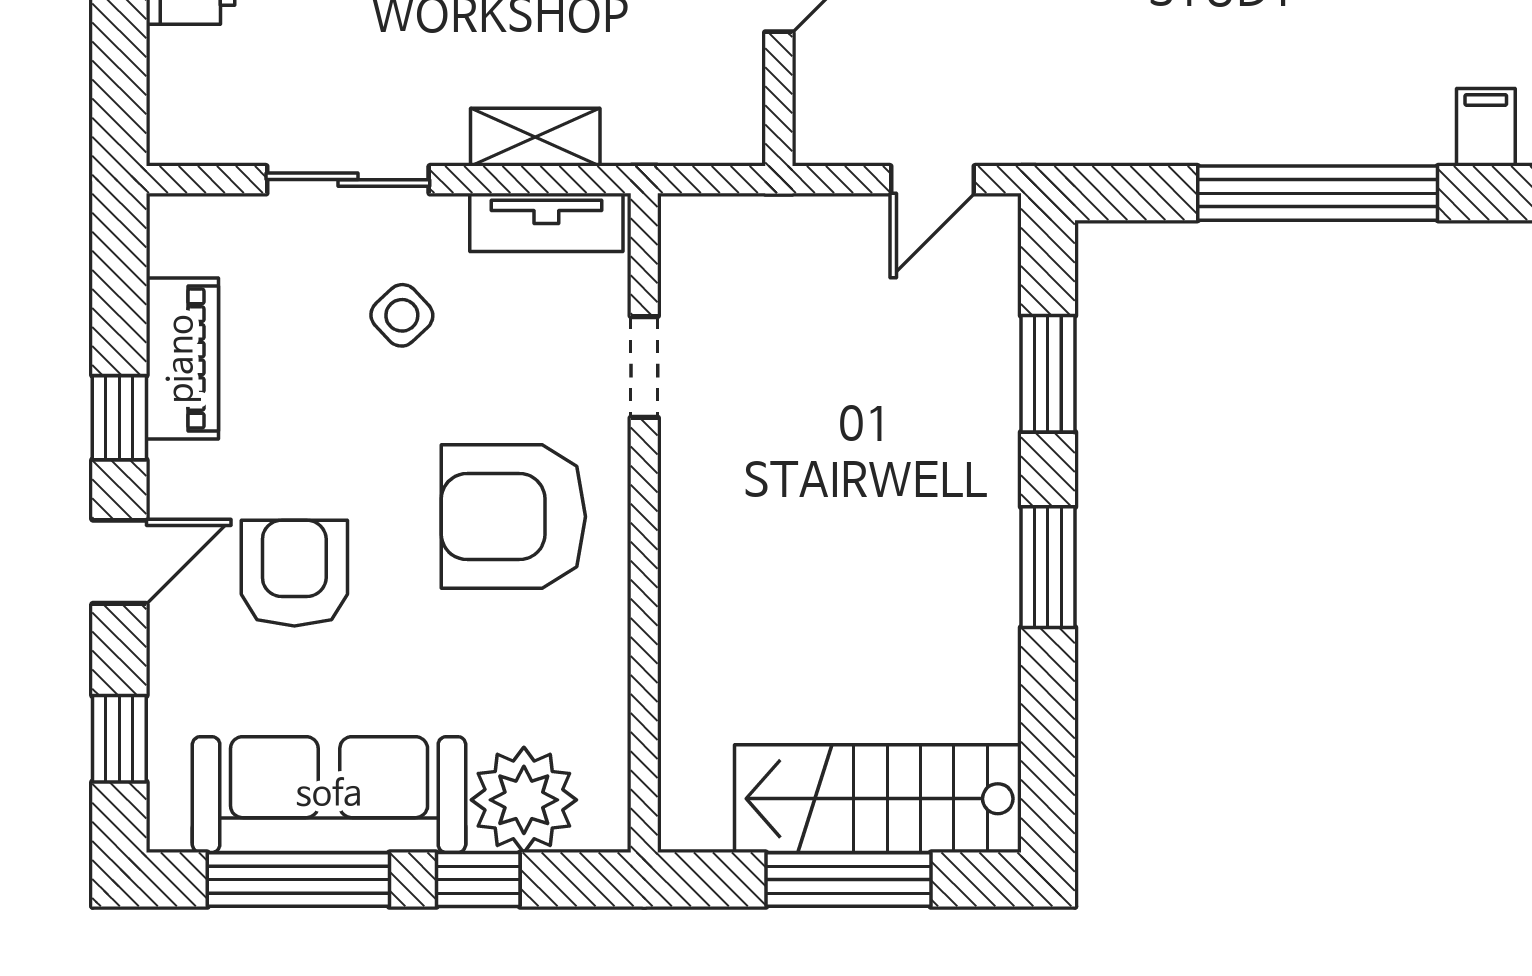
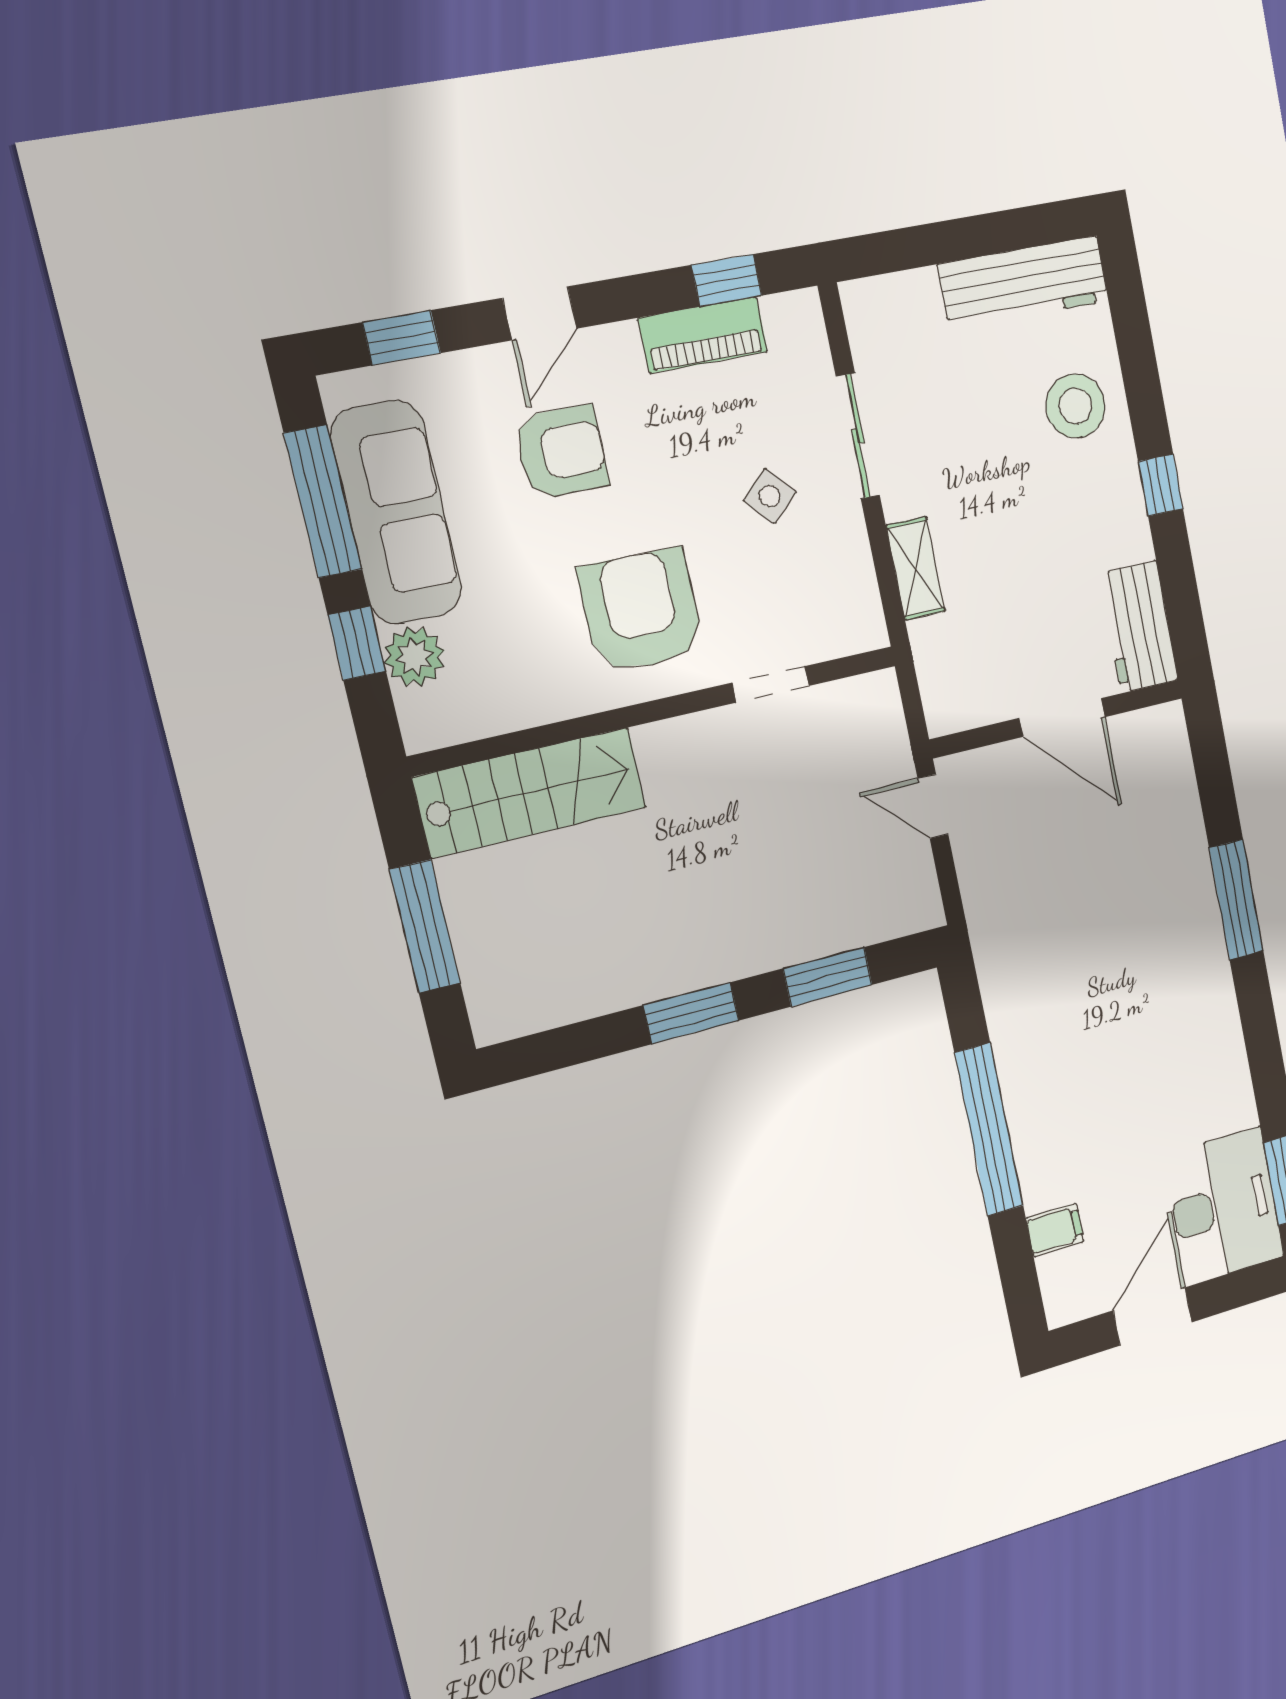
door: (933, 180) -> (933, 806), moved
tv unit: (546, 222) -> (858, 590), removed
window: (119, 418) -> (727, 280), moved
door: (119, 562) -> (540, 313), hinge flipped
stairs: (878, 799) -> (530, 792), moved, turned 90
plant: (524, 800) -> (414, 657), width x0.73, depth x0.73

